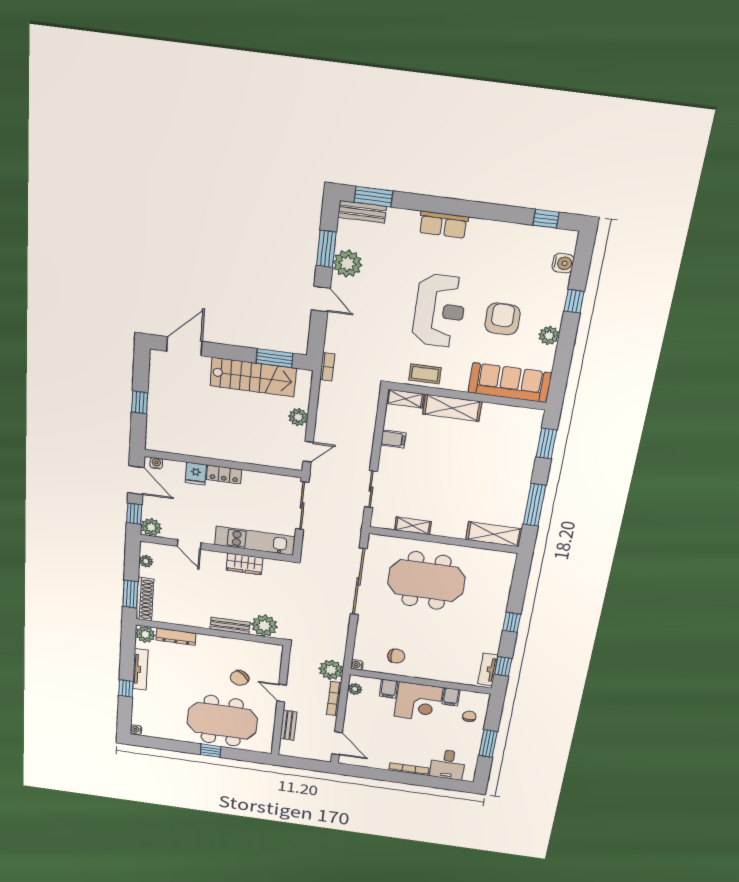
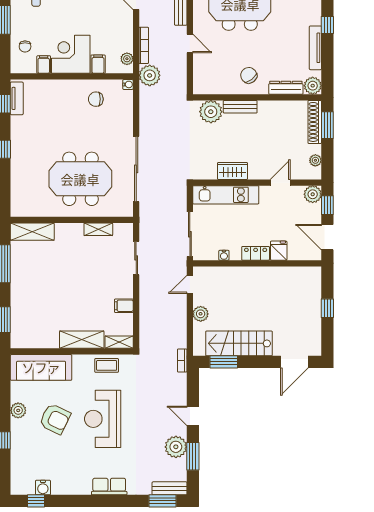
water cooler: (563, 263) -> (43, 488), moved, turned -90
armchair: (502, 319) -> (55, 419), turned -64
water cooler: (156, 463) -> (224, 255), moved
door: (189, 544) -> (280, 183), hinge flipped
chair: (240, 678) -> (249, 75), moved, turned -80

